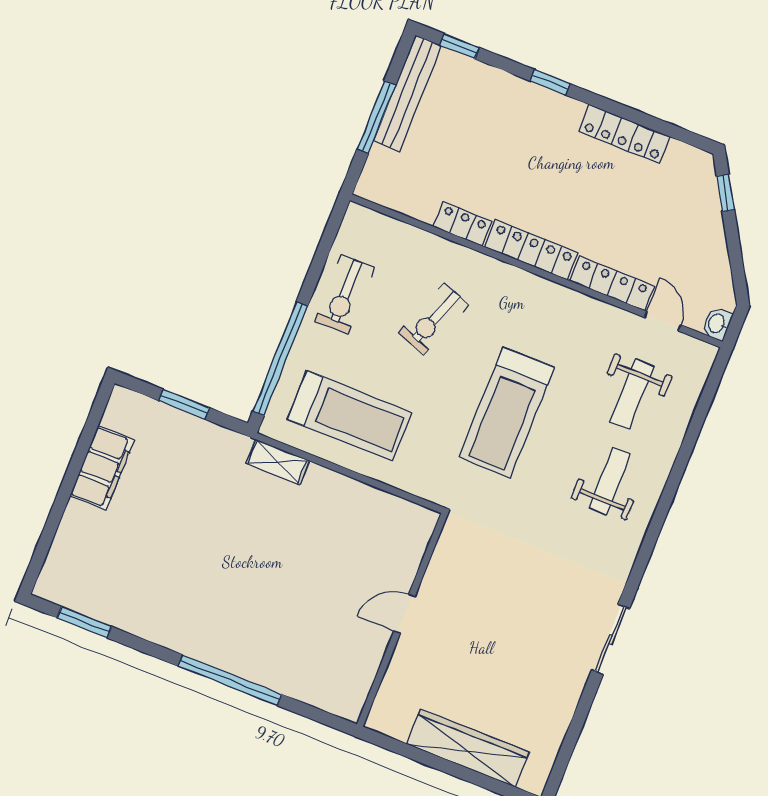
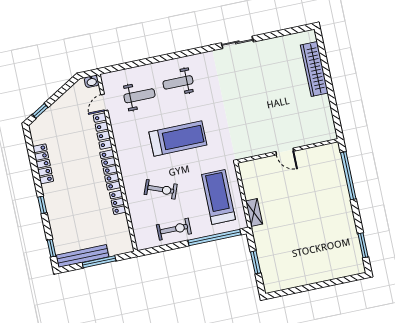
filing cabinet: (102, 468) -> (300, 277), removed
door: (405, 614) -> (285, 151), moved
wall: (402, 620) -> (288, 151), moved

